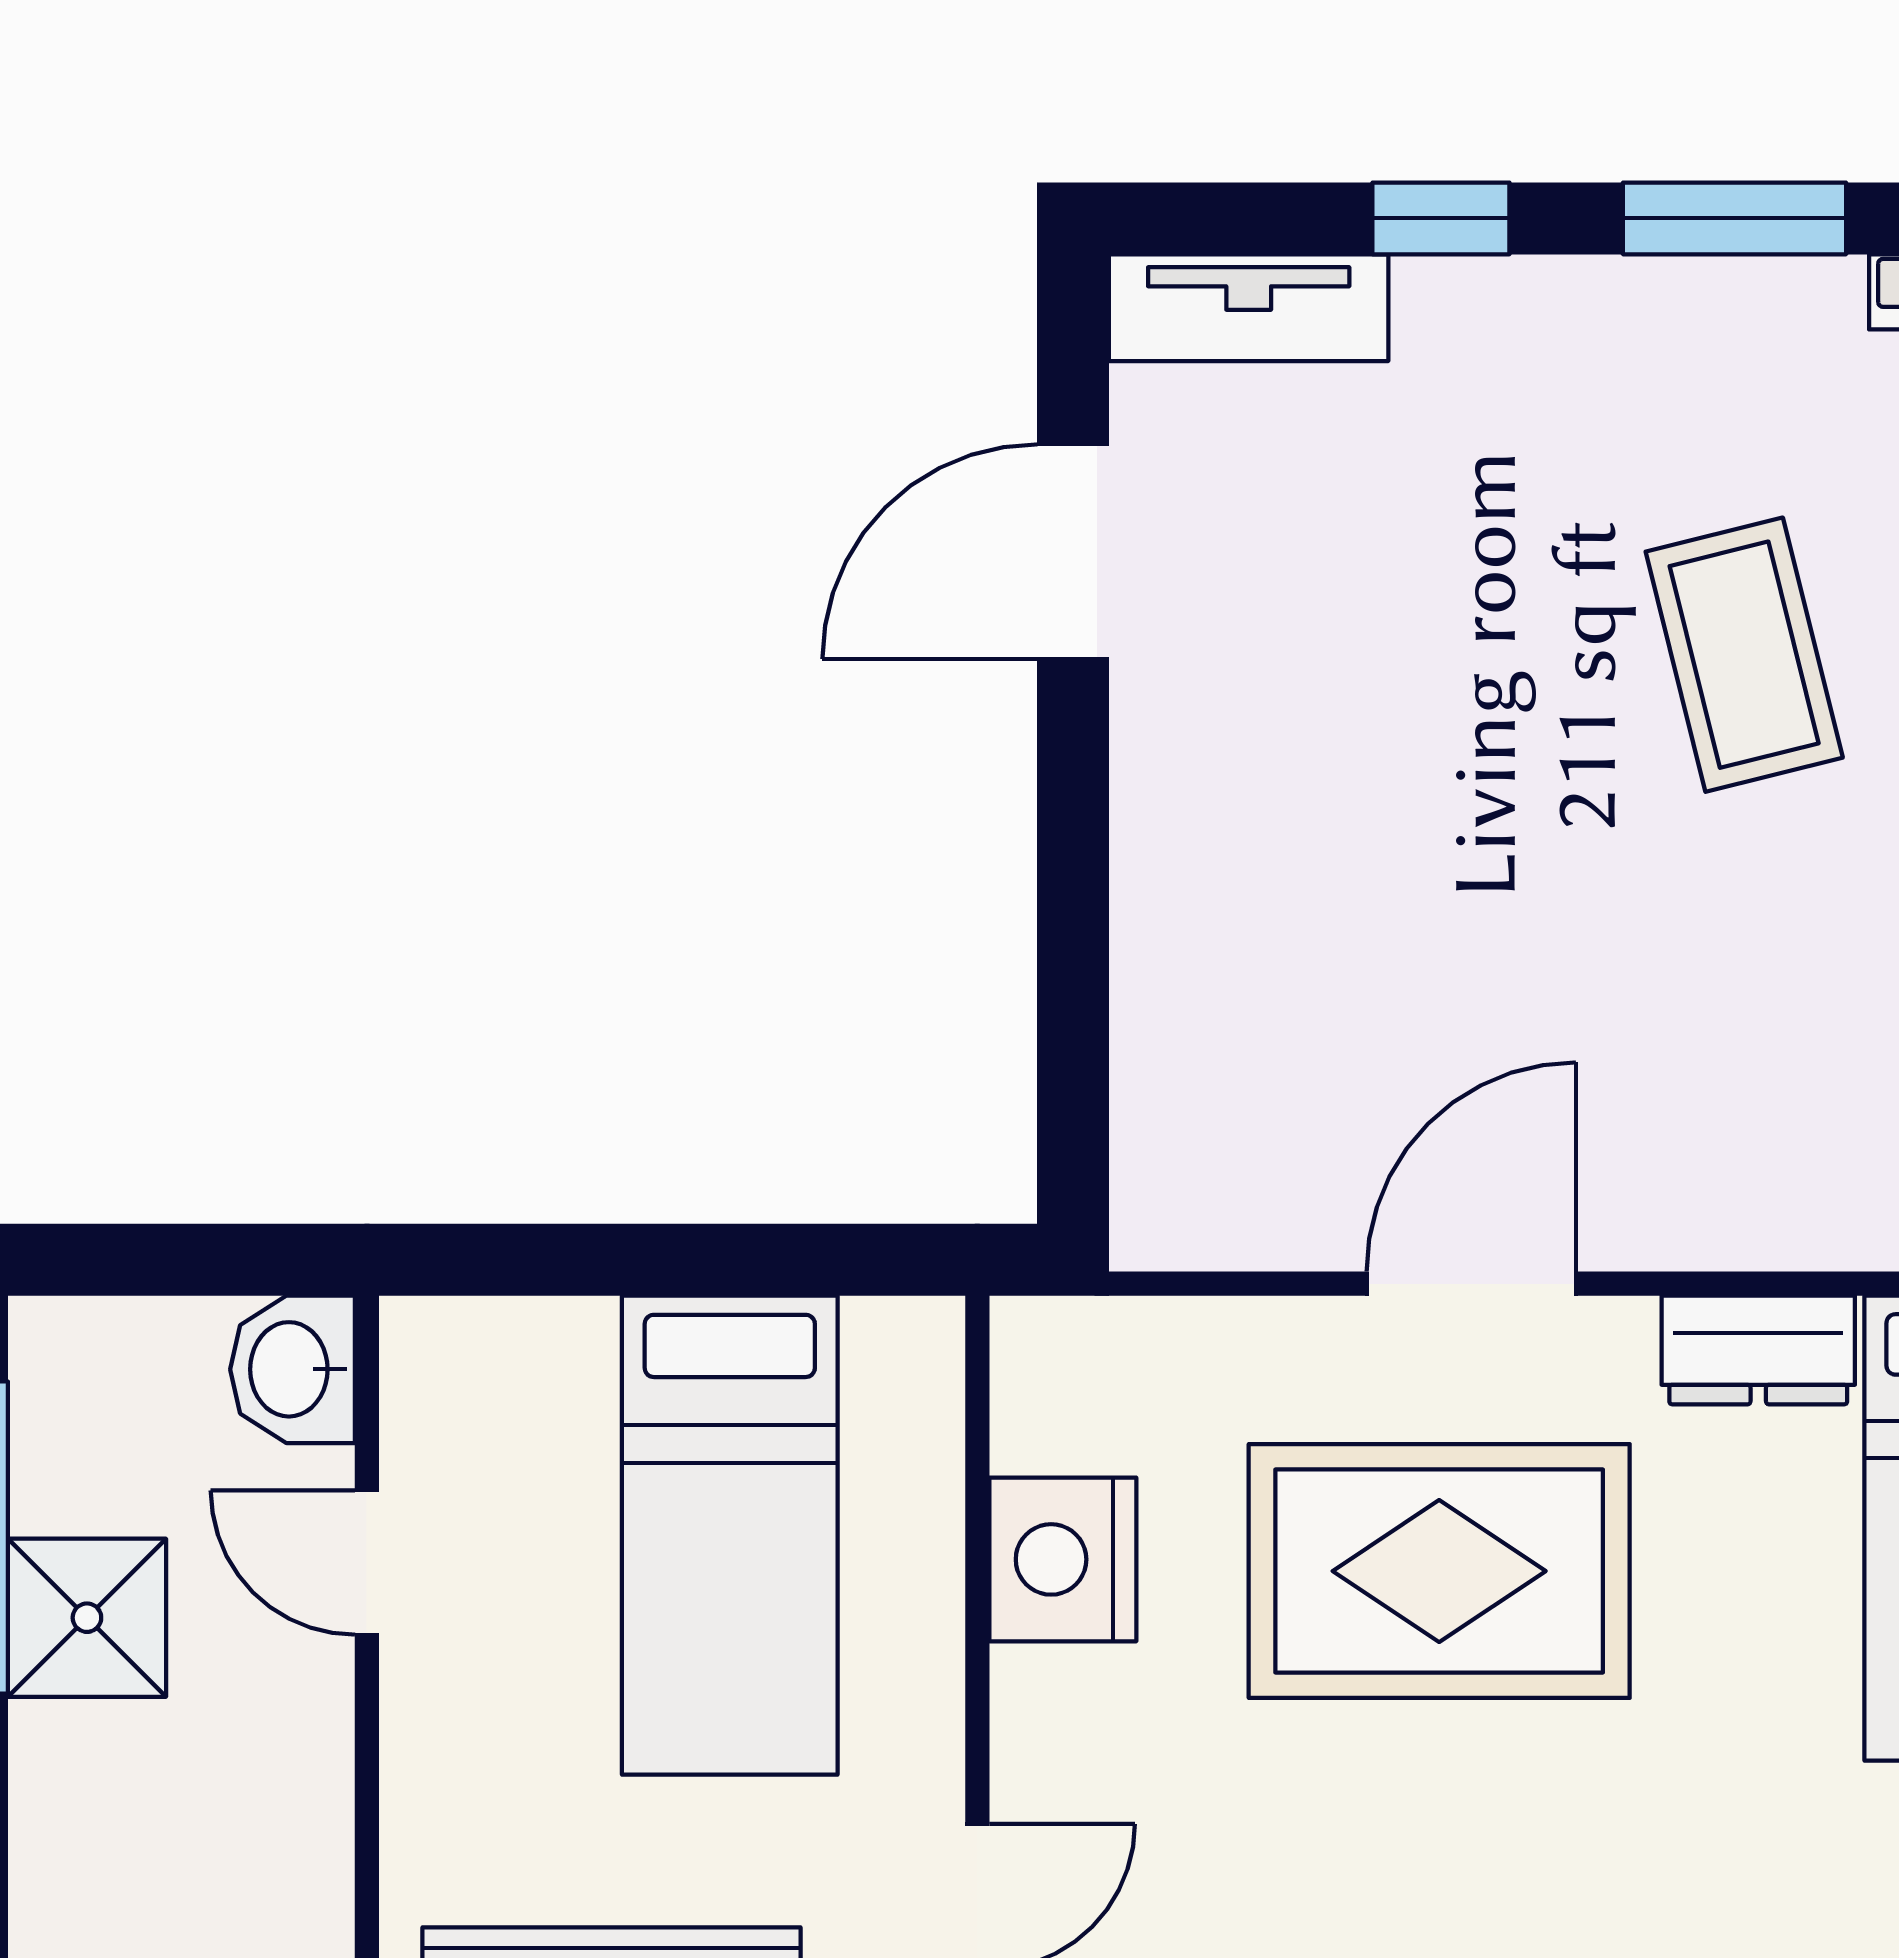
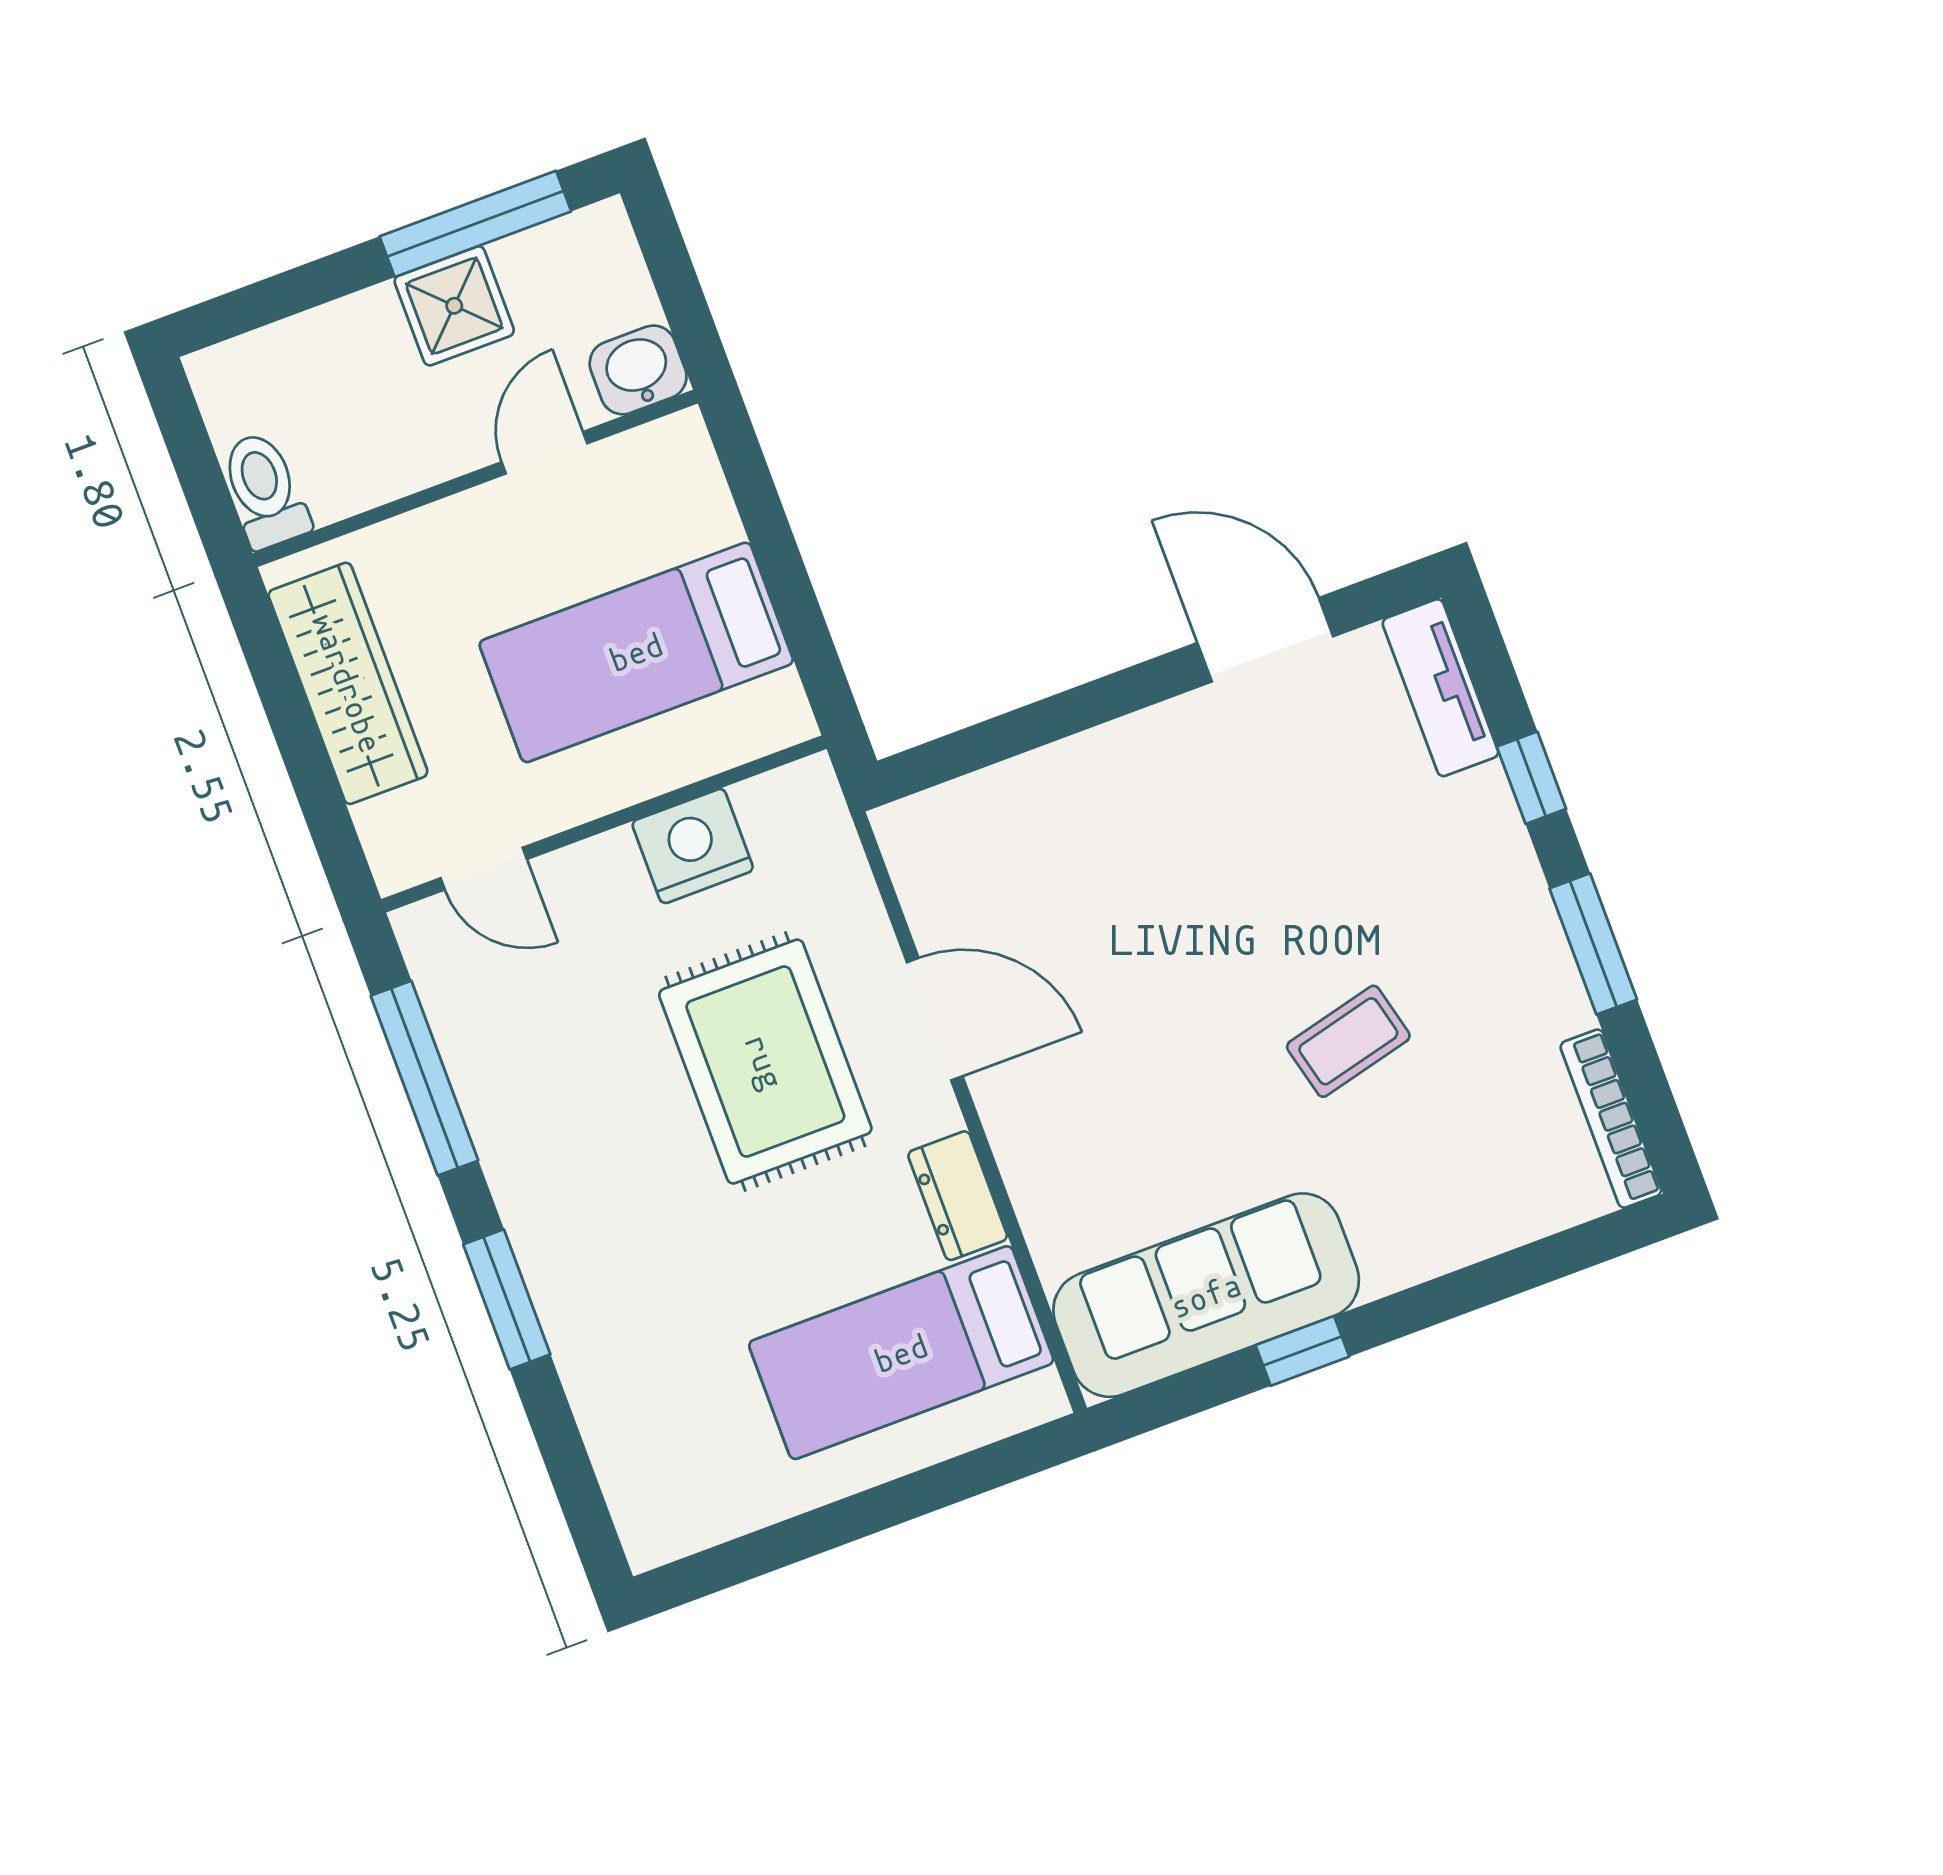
coffee table: (1744, 655) -> (1348, 1041), width x0.73, depth x0.77

